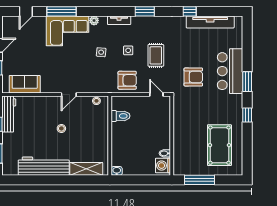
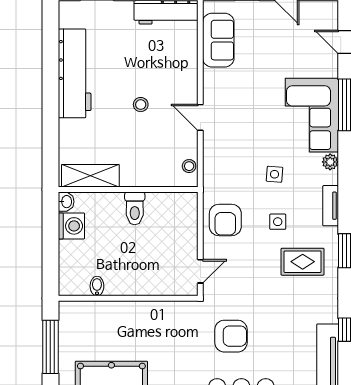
rug: (156, 55) -> (303, 262), moved
armchair: (193, 77) -> (231, 336), turned -90
toilet: (121, 116) -> (135, 208), moved
washing machine: (163, 166) -> (71, 226), moved, turned 90
shelving: (86, 169) -> (90, 176), moved, turned 90

